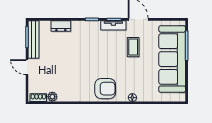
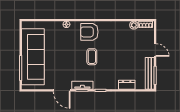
coffee table: (133, 47) -> (92, 57), moved

